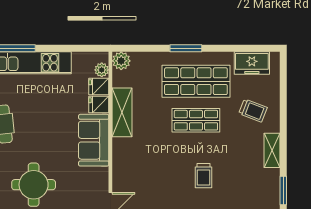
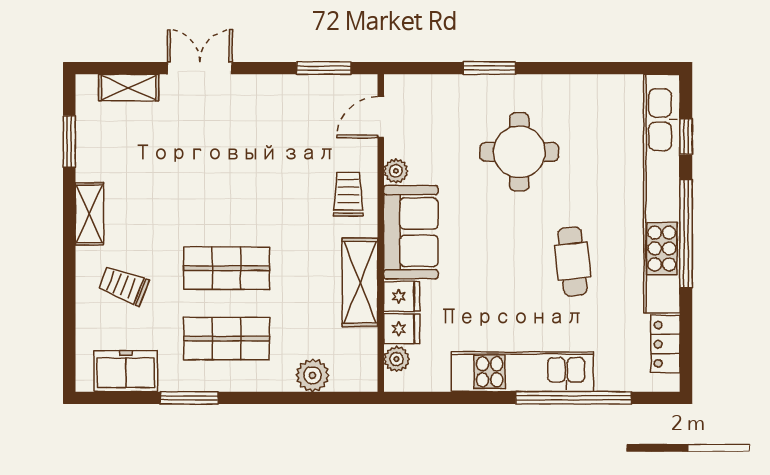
window: (186, 48) -> (189, 398), moved
plant: (121, 61) -> (312, 375), moved
shop shelf: (196, 81) -> (227, 339), width x0.70, depth x0.74
plant: (102, 174) -> (396, 171), added
trolley: (203, 176) -> (348, 194), moved

